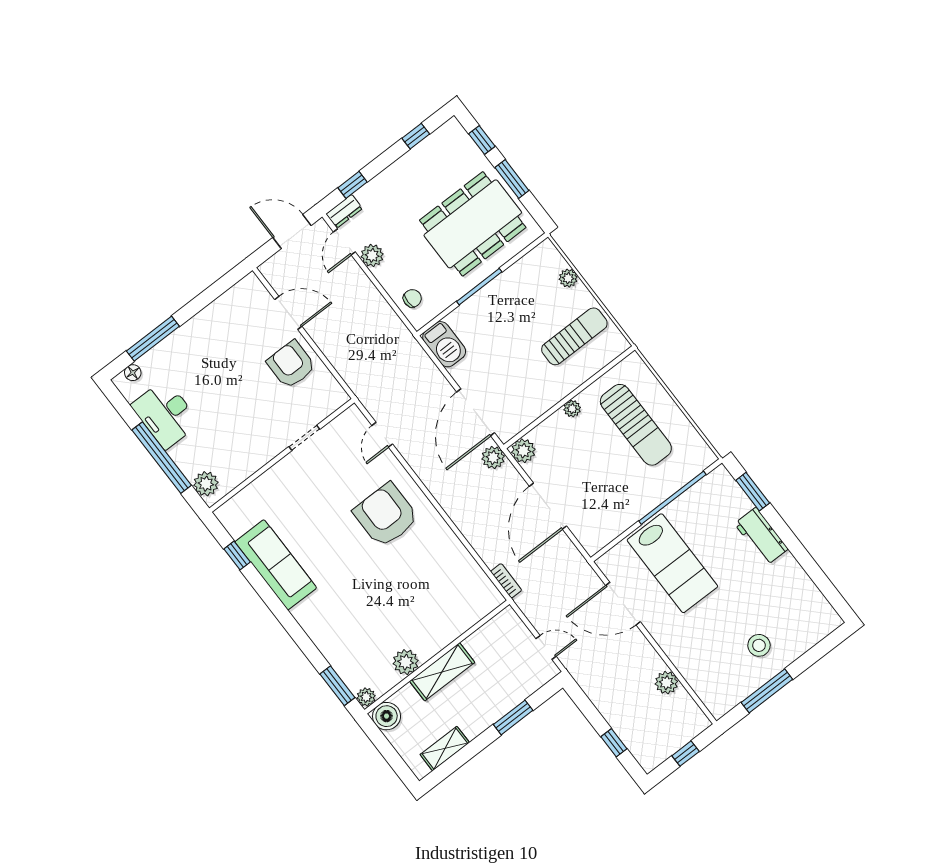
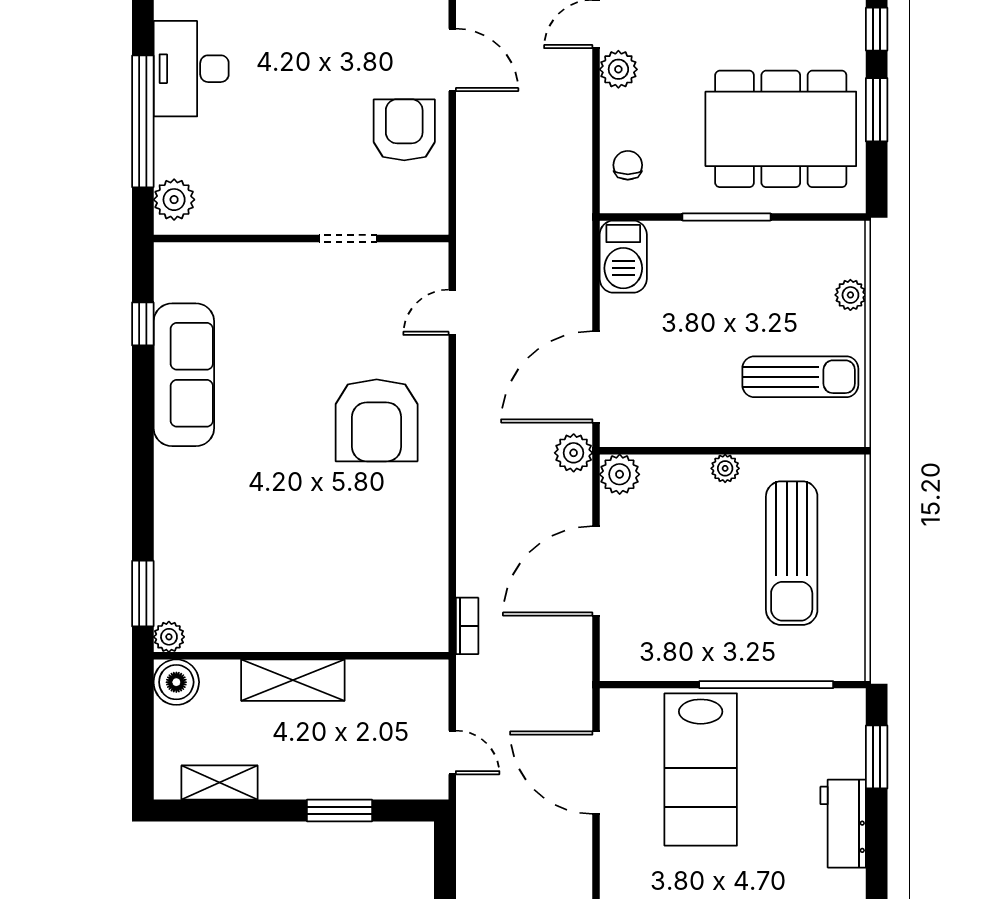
chair: (412, 298) -> (628, 165), turned -90
armchair: (386, 515) -> (377, 420), turned 180
plant: (406, 662) -> (255, 631), removed

